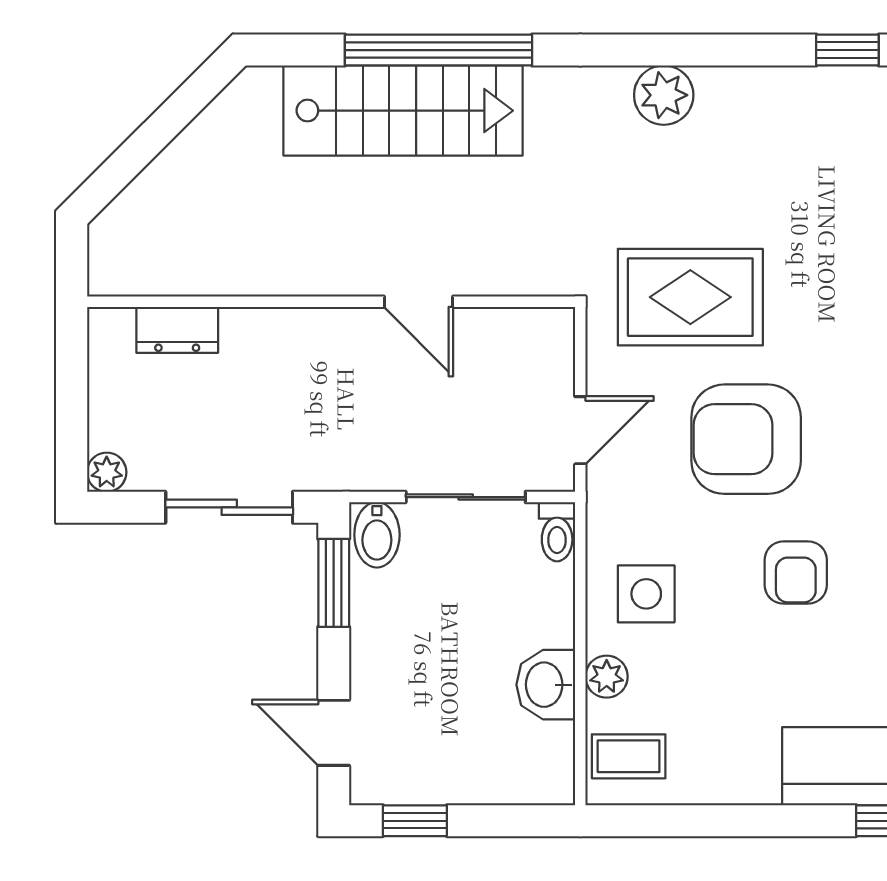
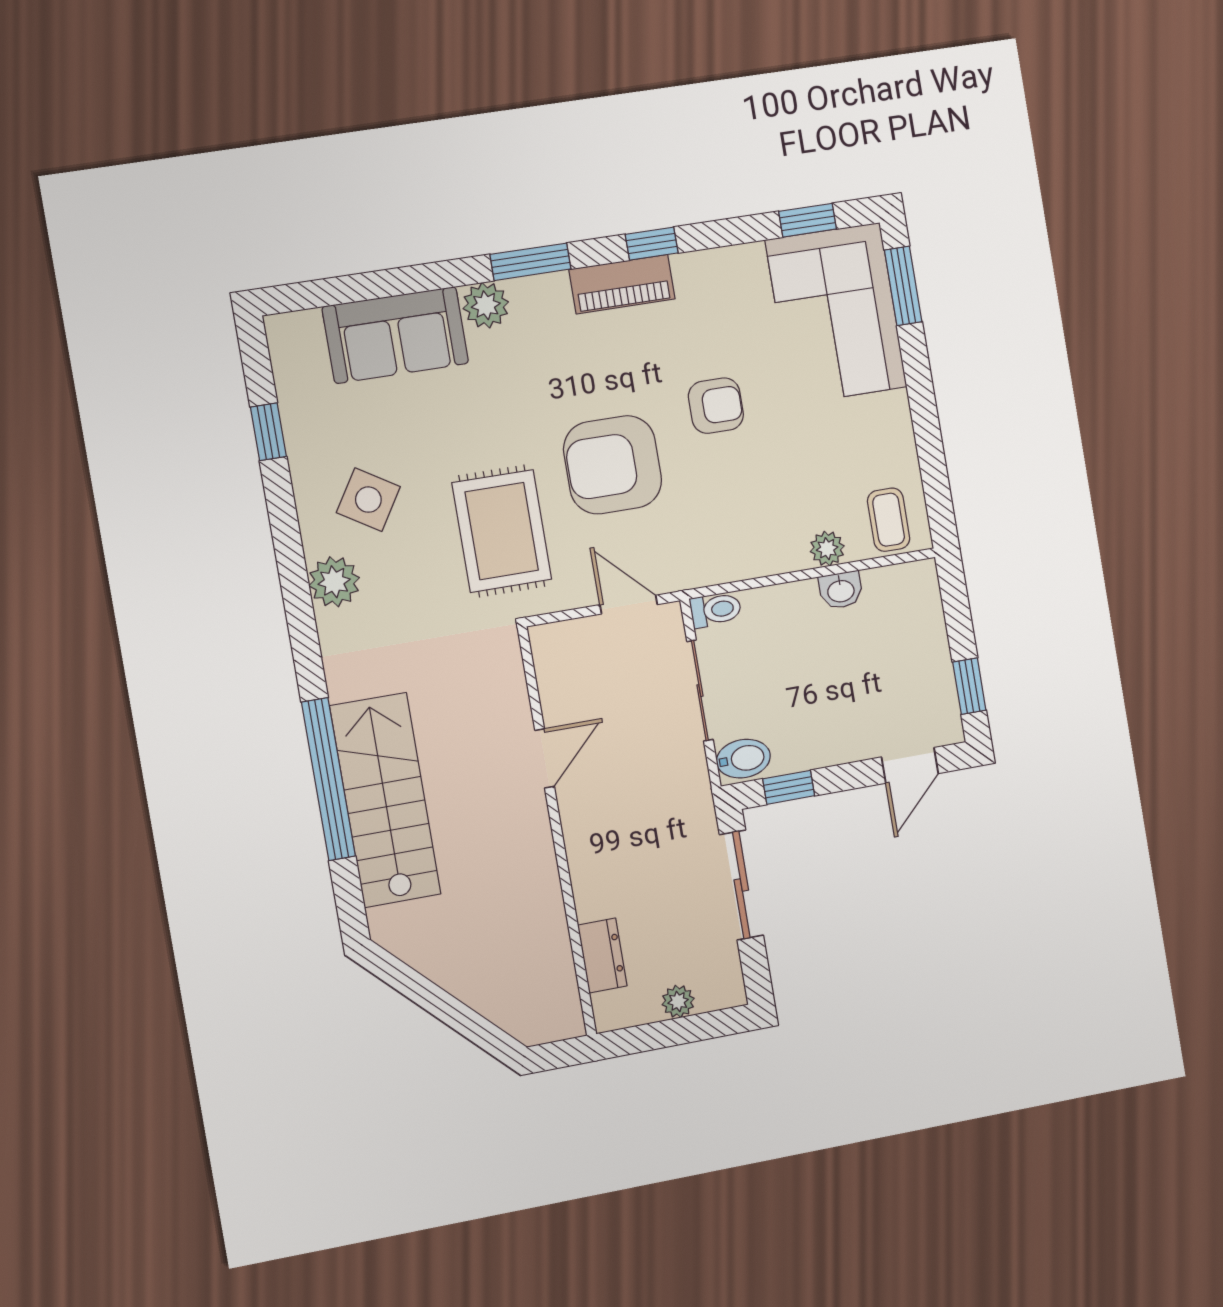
armchair: (746, 439) -> (613, 465), turned 90
plant: (107, 472) -> (678, 1001), moved
window: (334, 583) -> (789, 787), width x0.67
side table: (646, 594) -> (368, 500), moved, turned 32
washbasin: (546, 685) -> (841, 590), width x0.72, depth x0.69

